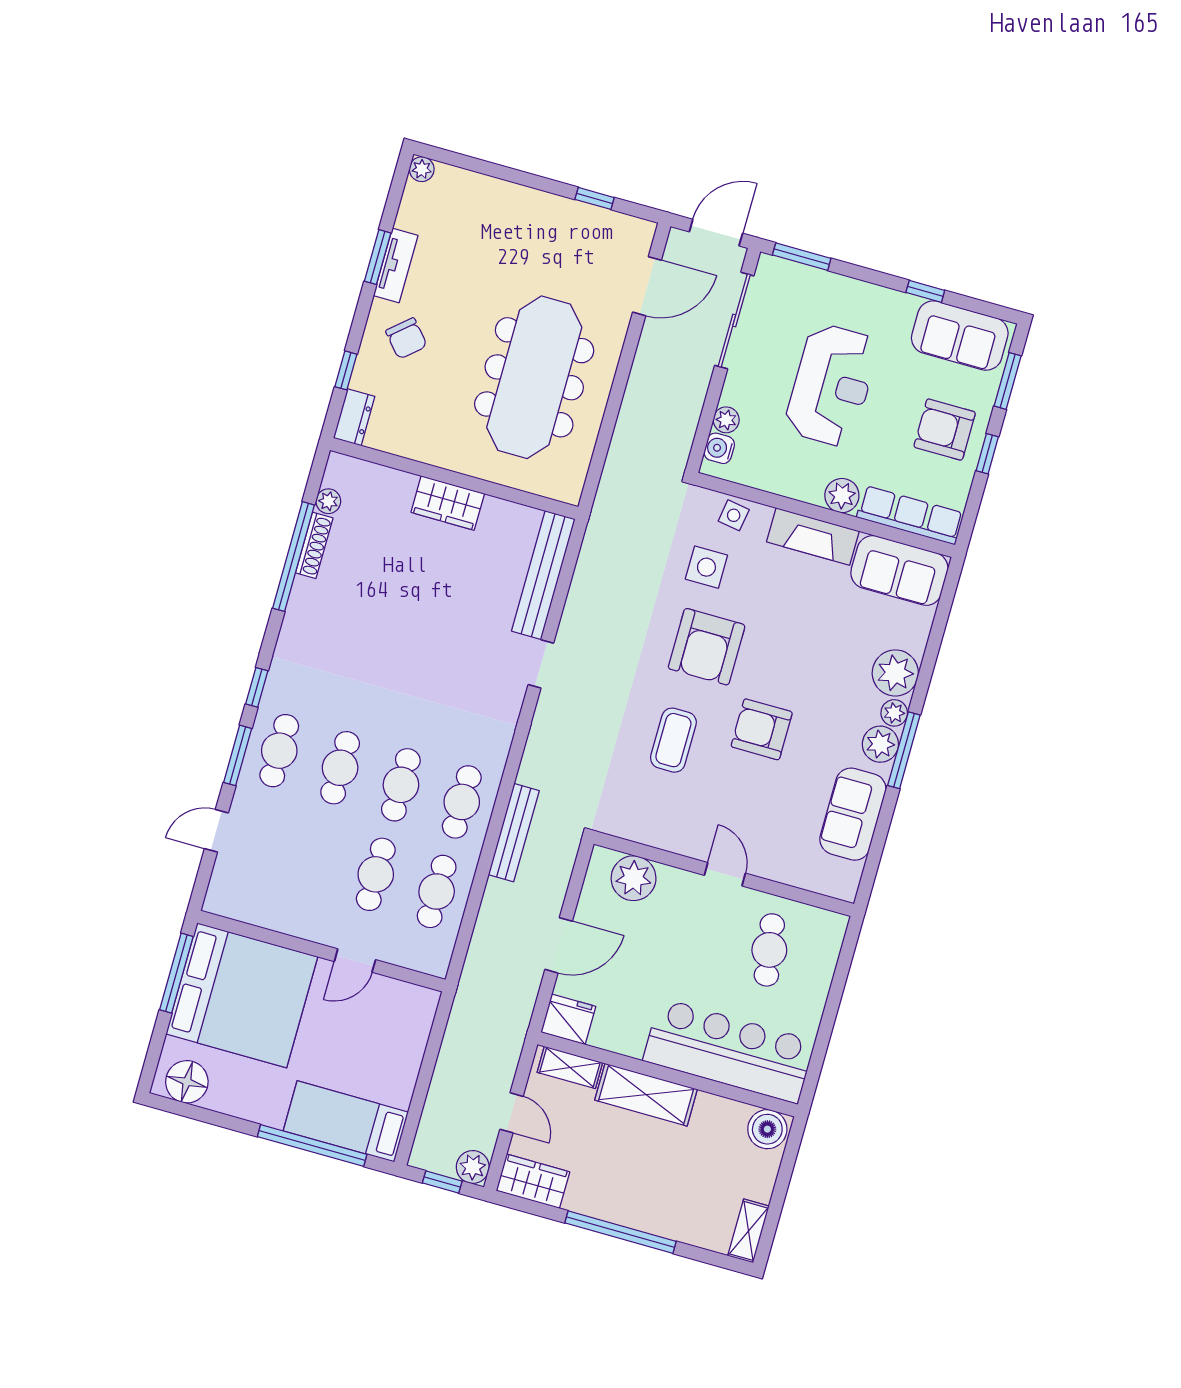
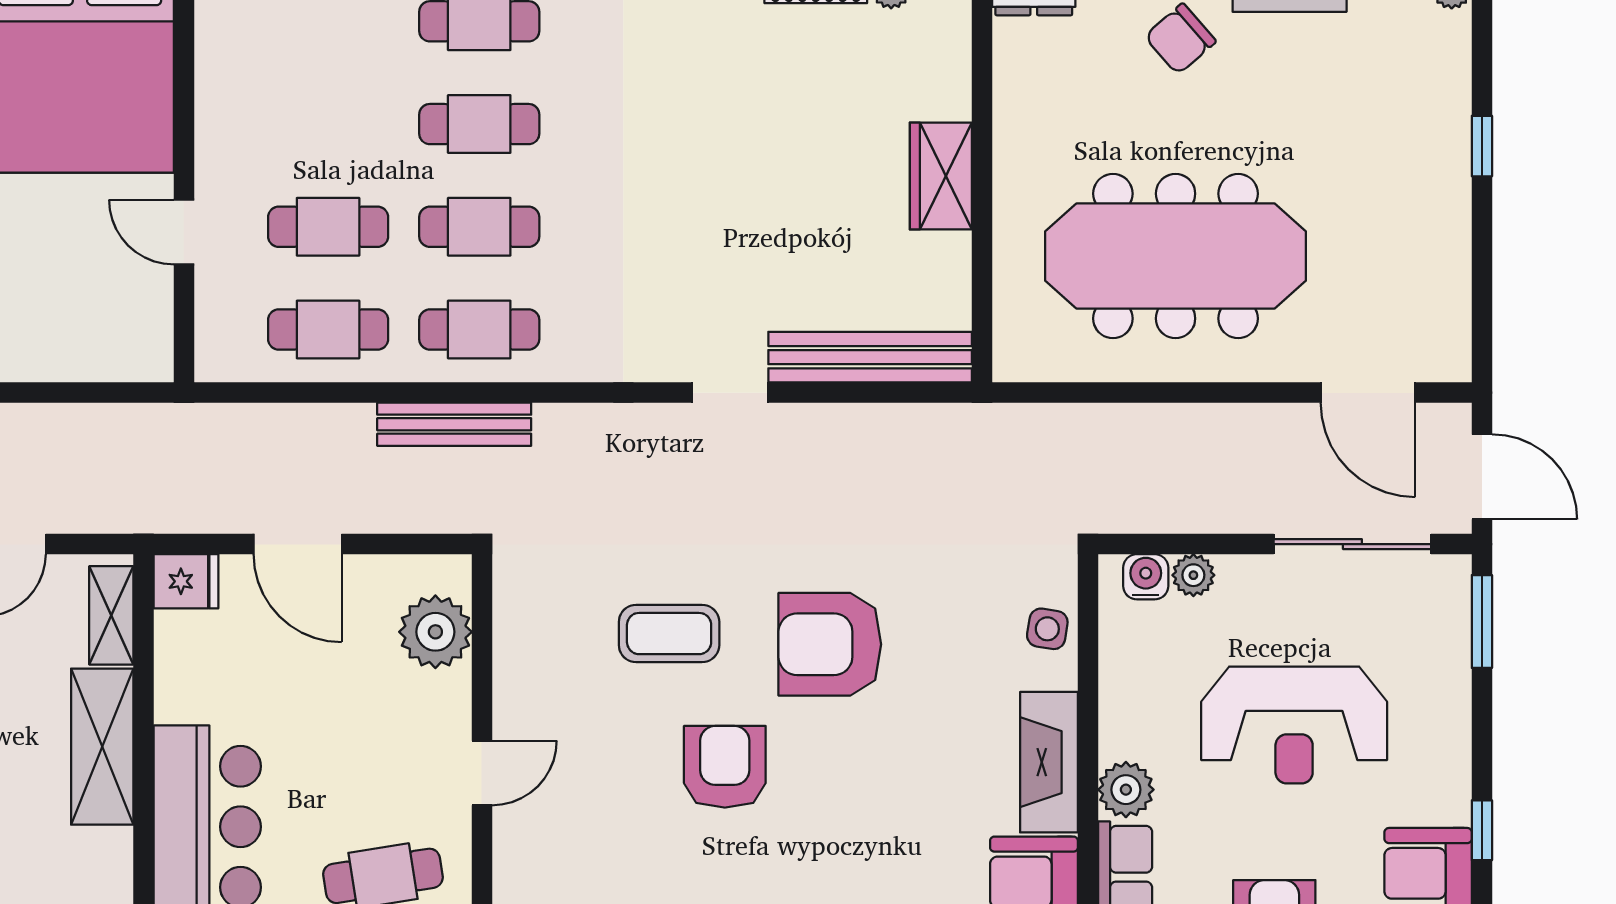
window: (595, 198) -> (1482, 146), moved
side table: (706, 567) -> (954, 609), removed
fridge: (568, 1019) -> (186, 581), width x0.72

